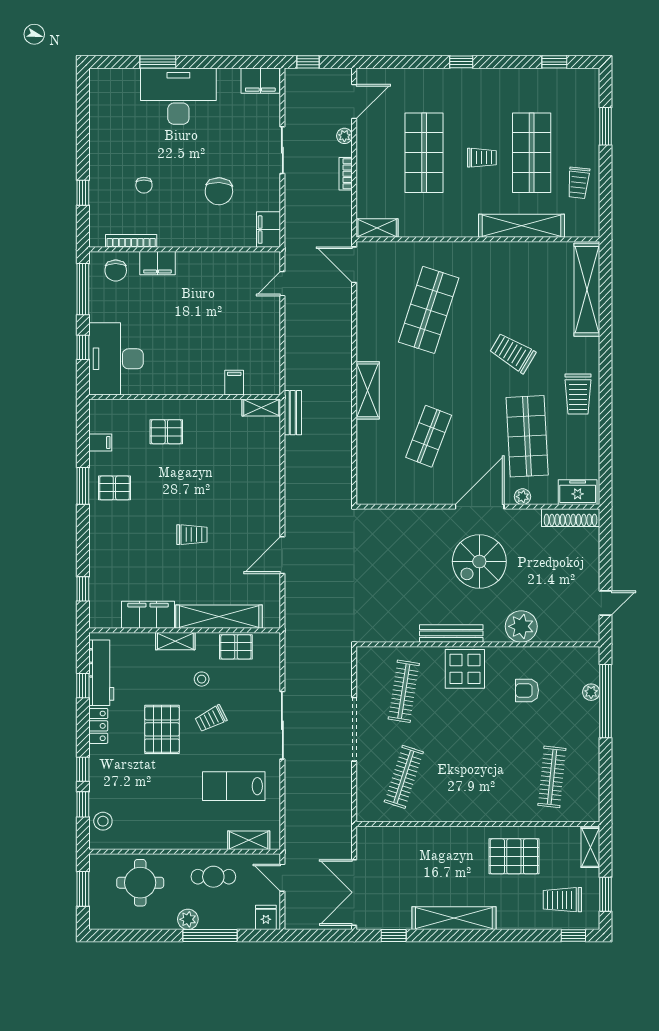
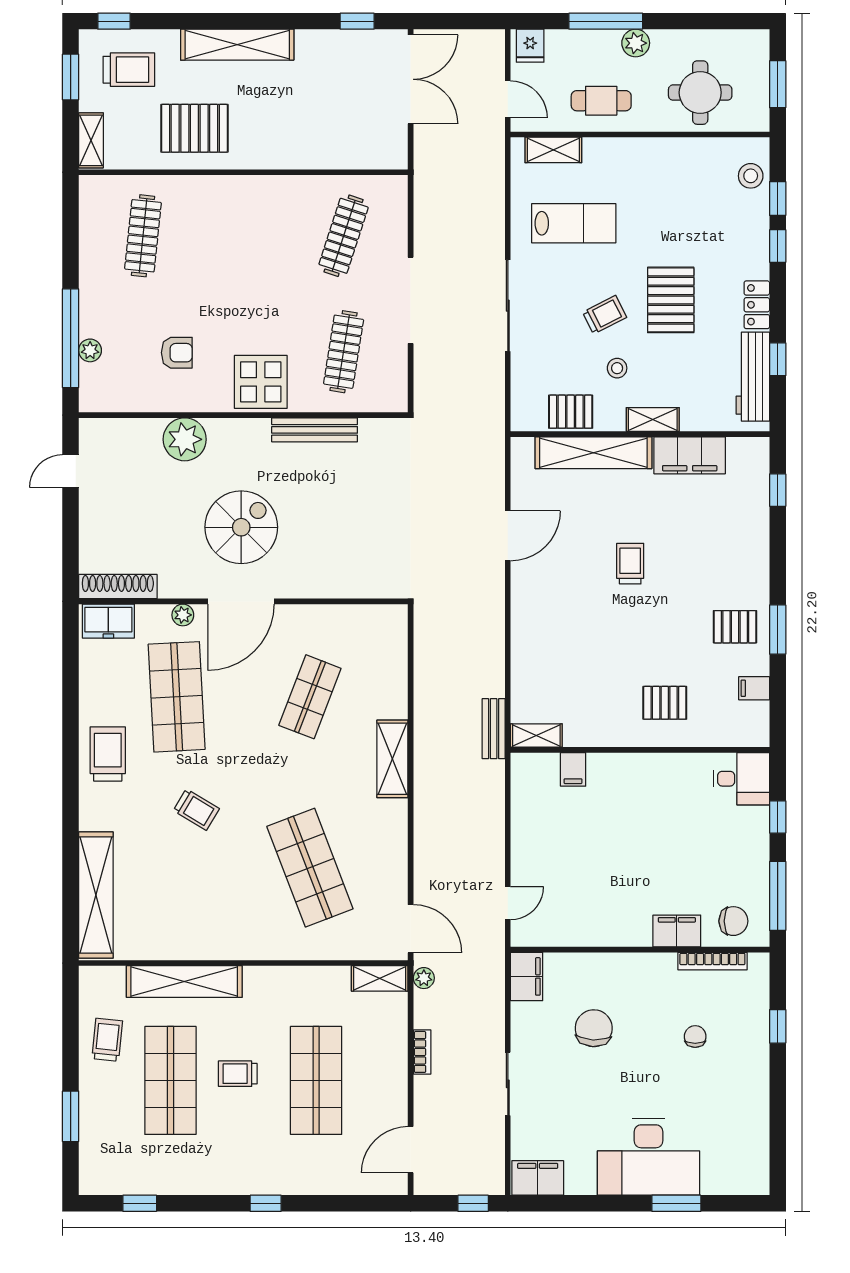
plant: (344, 136) -> (424, 978), moved
chair: (116, 271) -> (733, 921), turned 90
shop shelf: (429, 310) -> (310, 868), turned -39
trolley: (513, 353) -> (196, 810), width x0.73, depth x0.72
desk: (116, 359) -> (741, 779), width x0.53, depth x0.77
trolley: (192, 535) -> (630, 564), turned 90
bench: (451, 633) -> (315, 430), moved
shelving: (454, 918) -> (237, 45), moved

